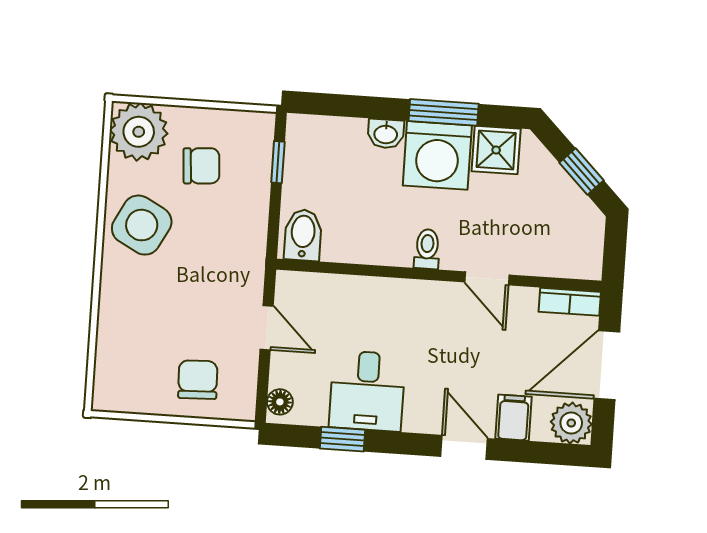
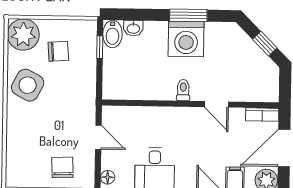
washbasin: (386, 134) -> (133, 28), moved
shower: (496, 150) -> (218, 34), removed
bidet: (303, 235) -> (113, 34), moved, turned 180

